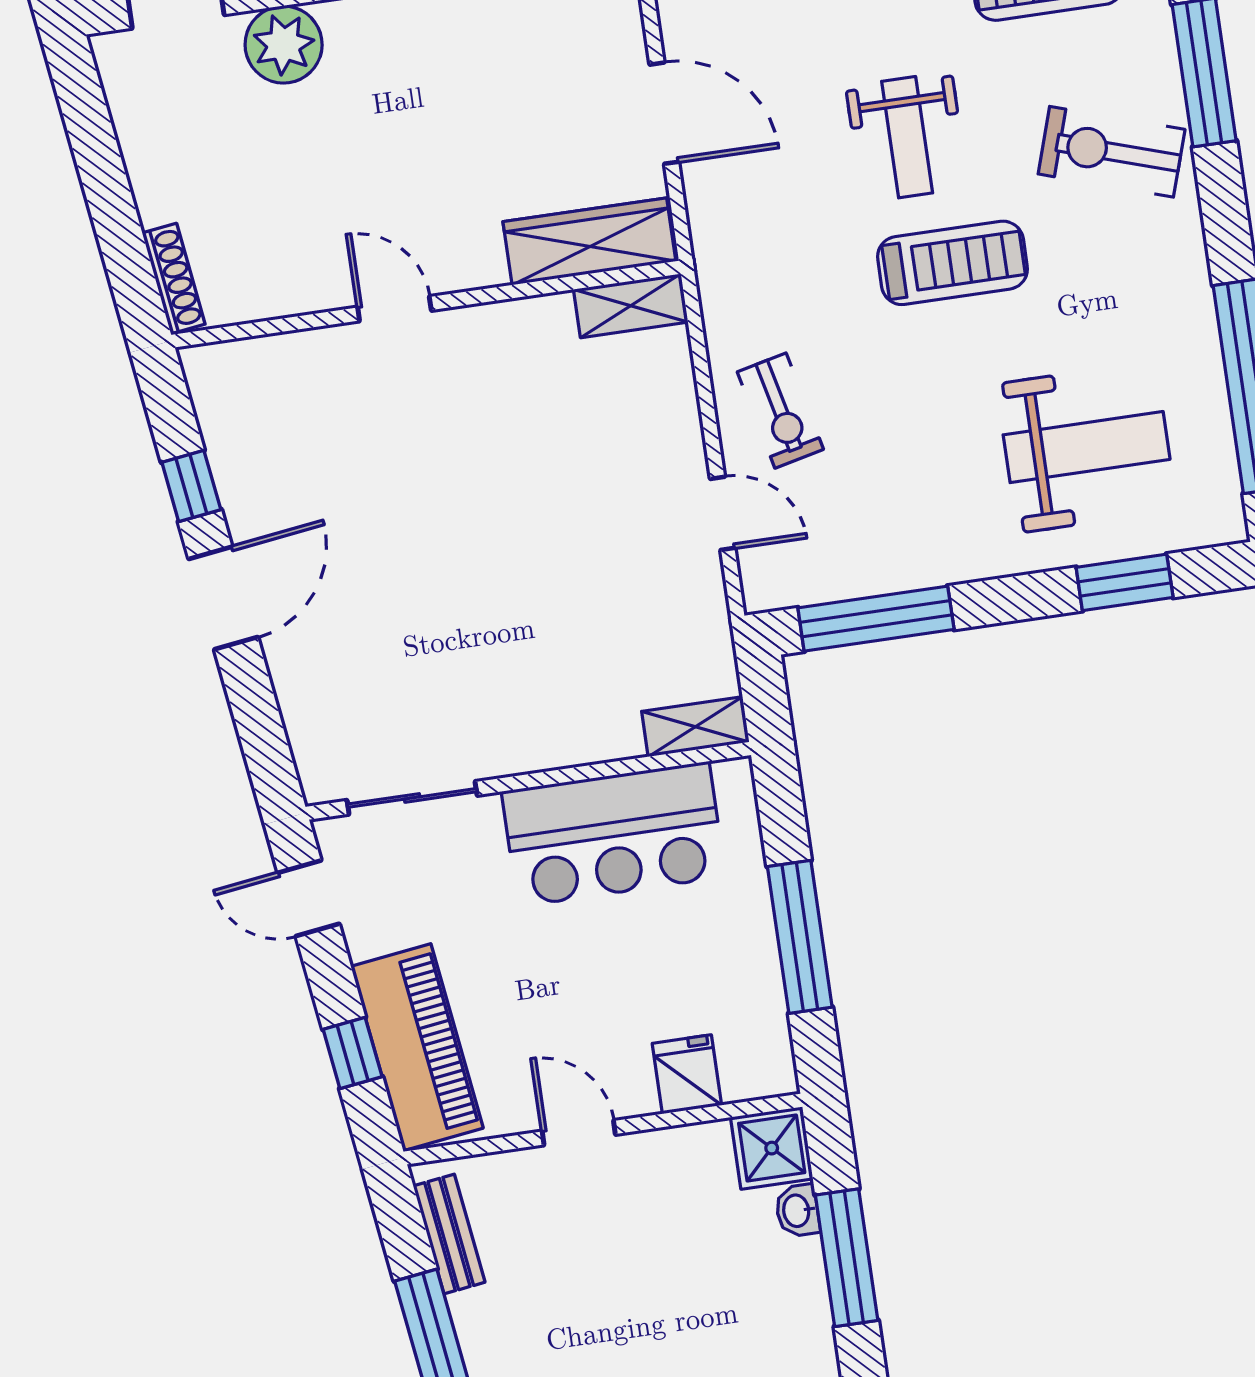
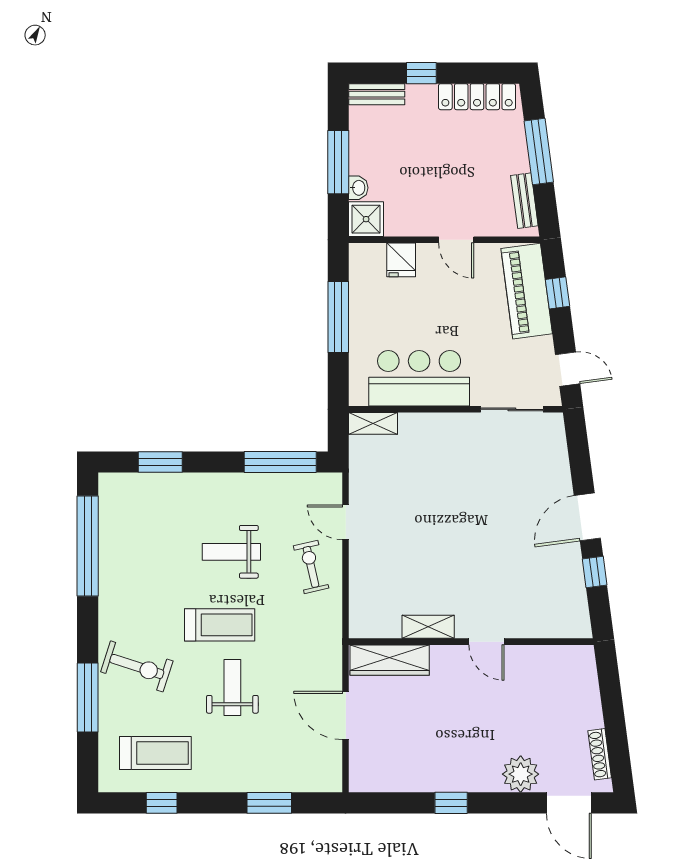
treadmill: (952, 263) -> (220, 625), turned 180
shoe rack: (174, 279) -> (600, 754), moved
shelving: (631, 306) -> (428, 627), moved
weight bench: (1087, 447) -> (231, 552), moved, width x0.73, depth x0.75

